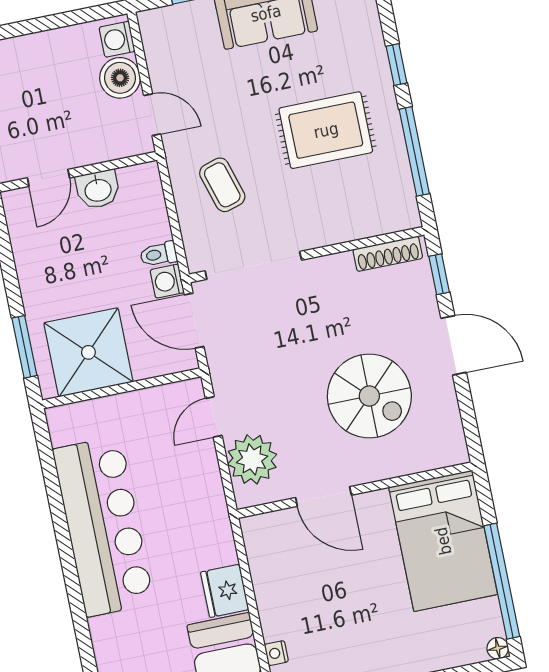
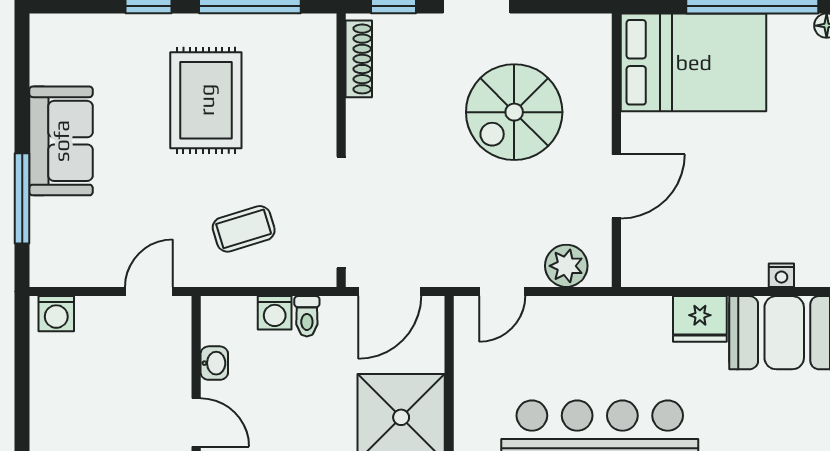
boiler: (120, 78) -> (100, 319), removed
washbasin: (98, 189) -> (214, 363), width x0.72, depth x0.69
washing machine: (167, 281) -> (275, 313), moved
spiral stairs: (369, 396) -> (514, 112), turned 180
door: (214, 417) -> (502, 291), hinge flipped
plant: (252, 459) -> (566, 266), width x0.73, depth x0.73

